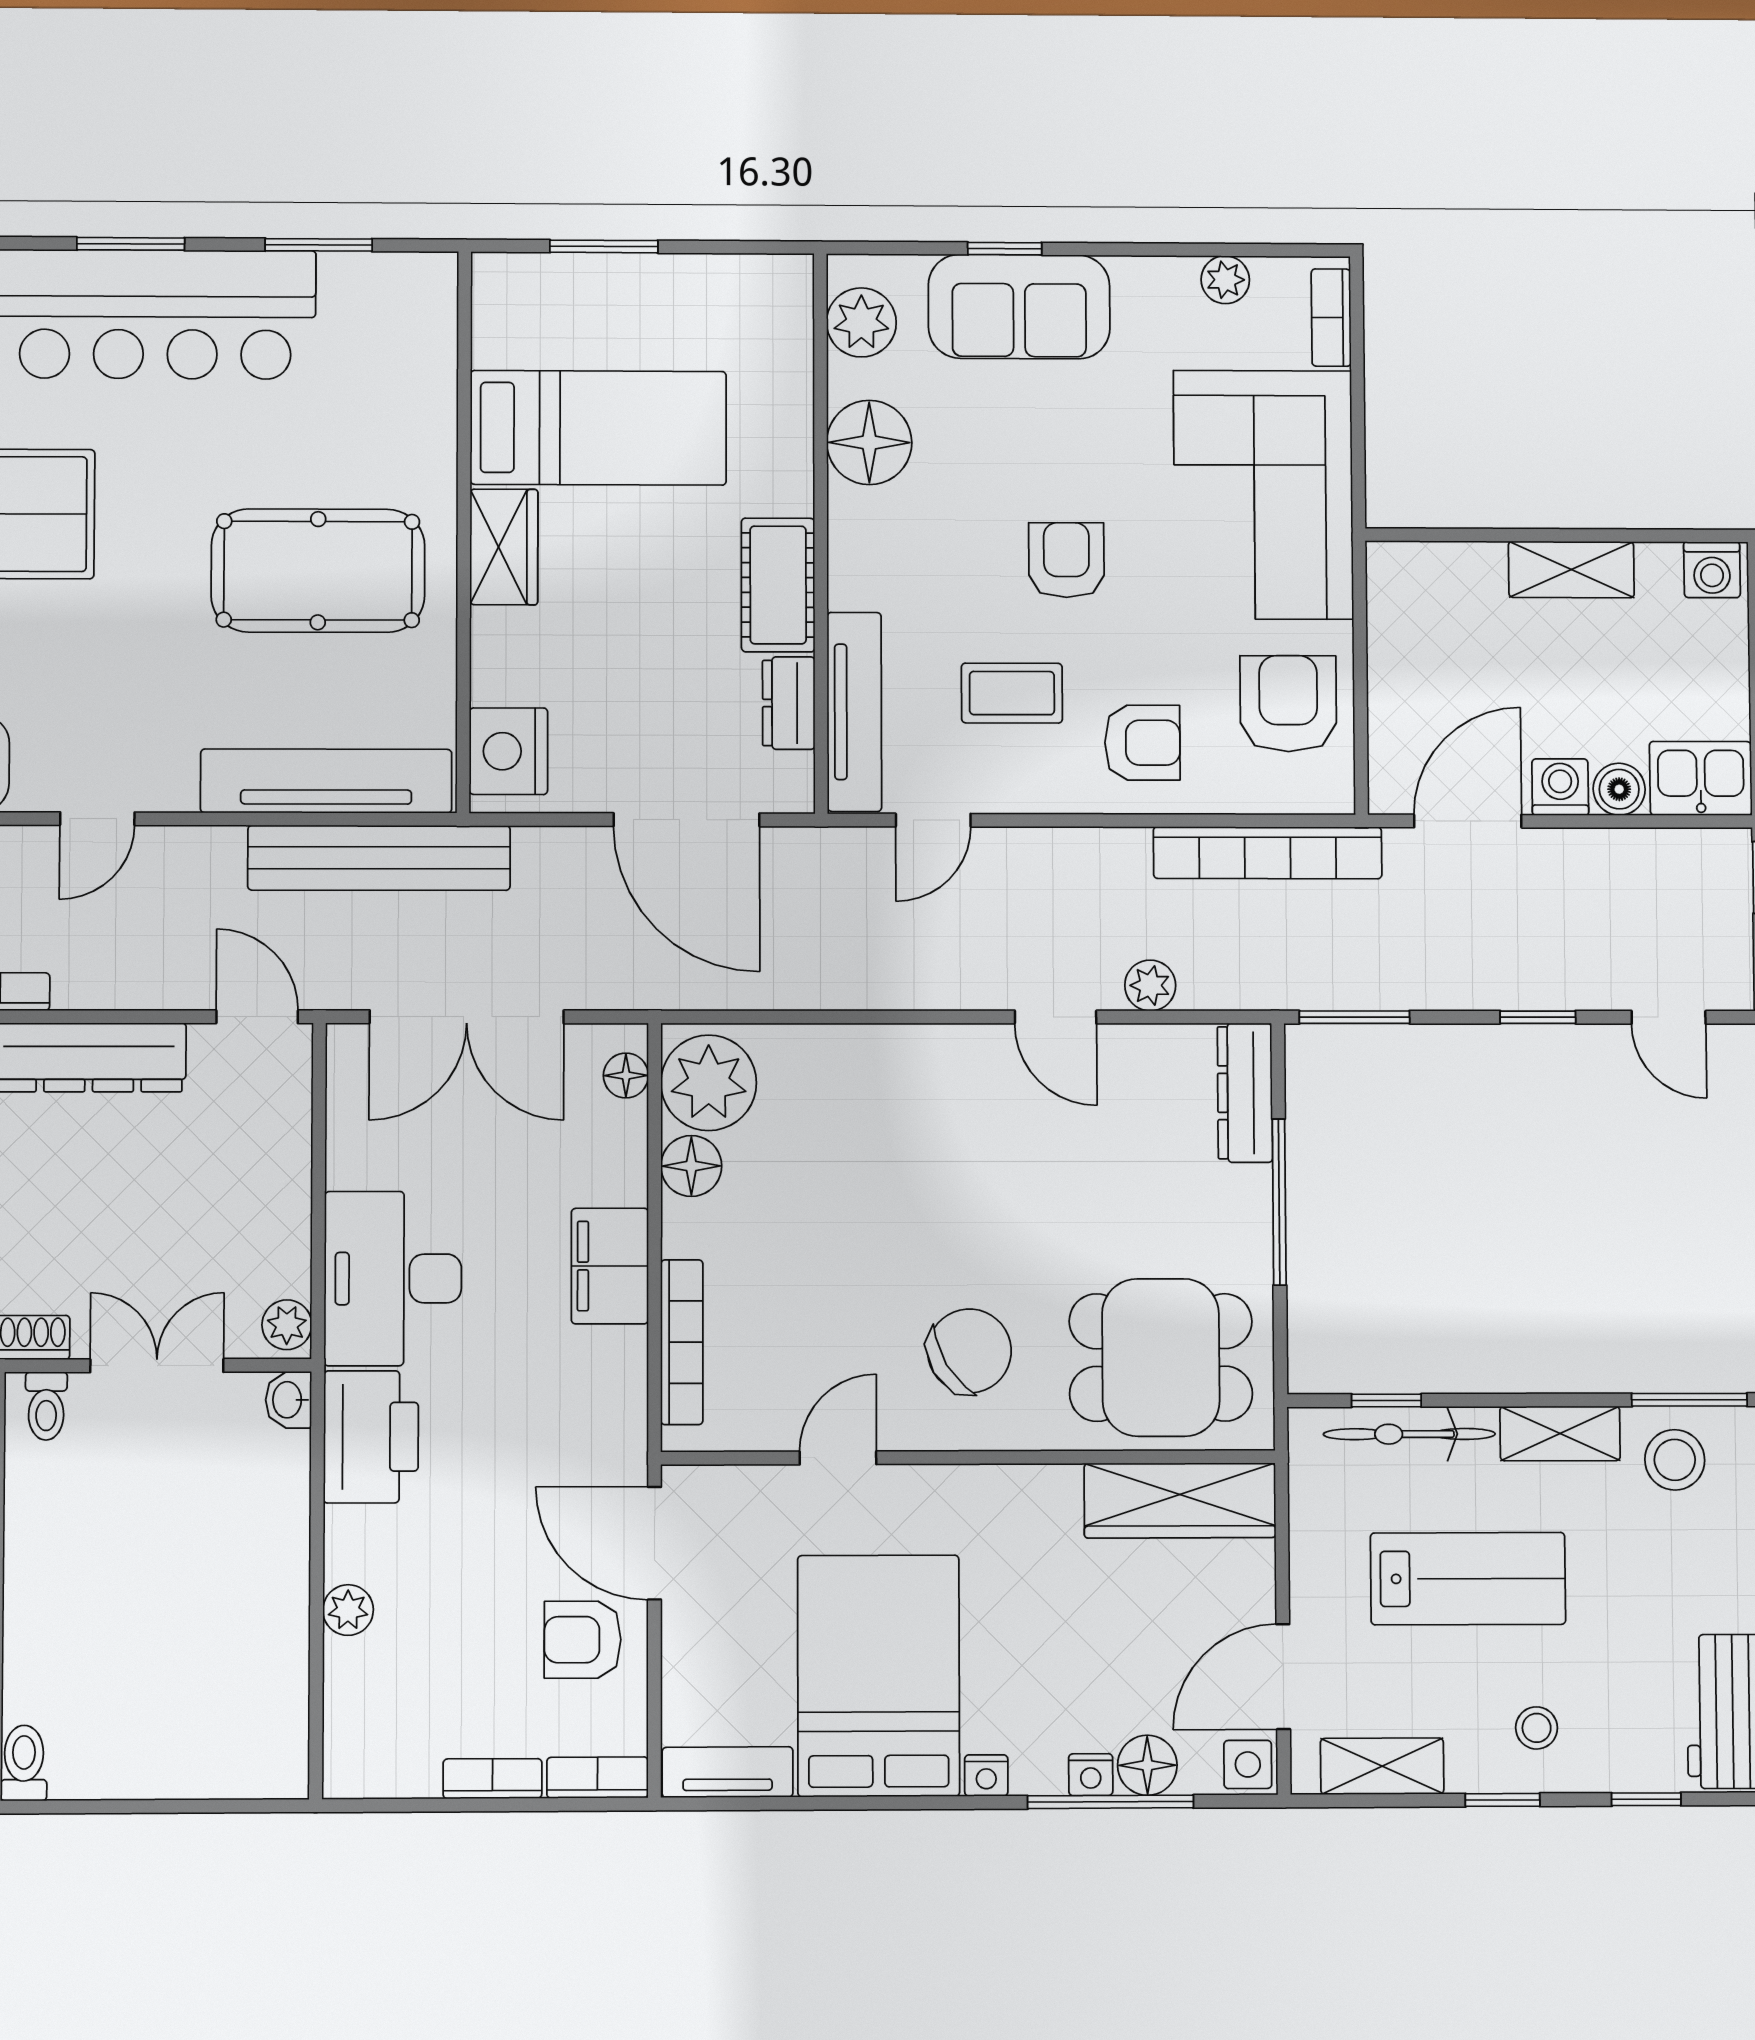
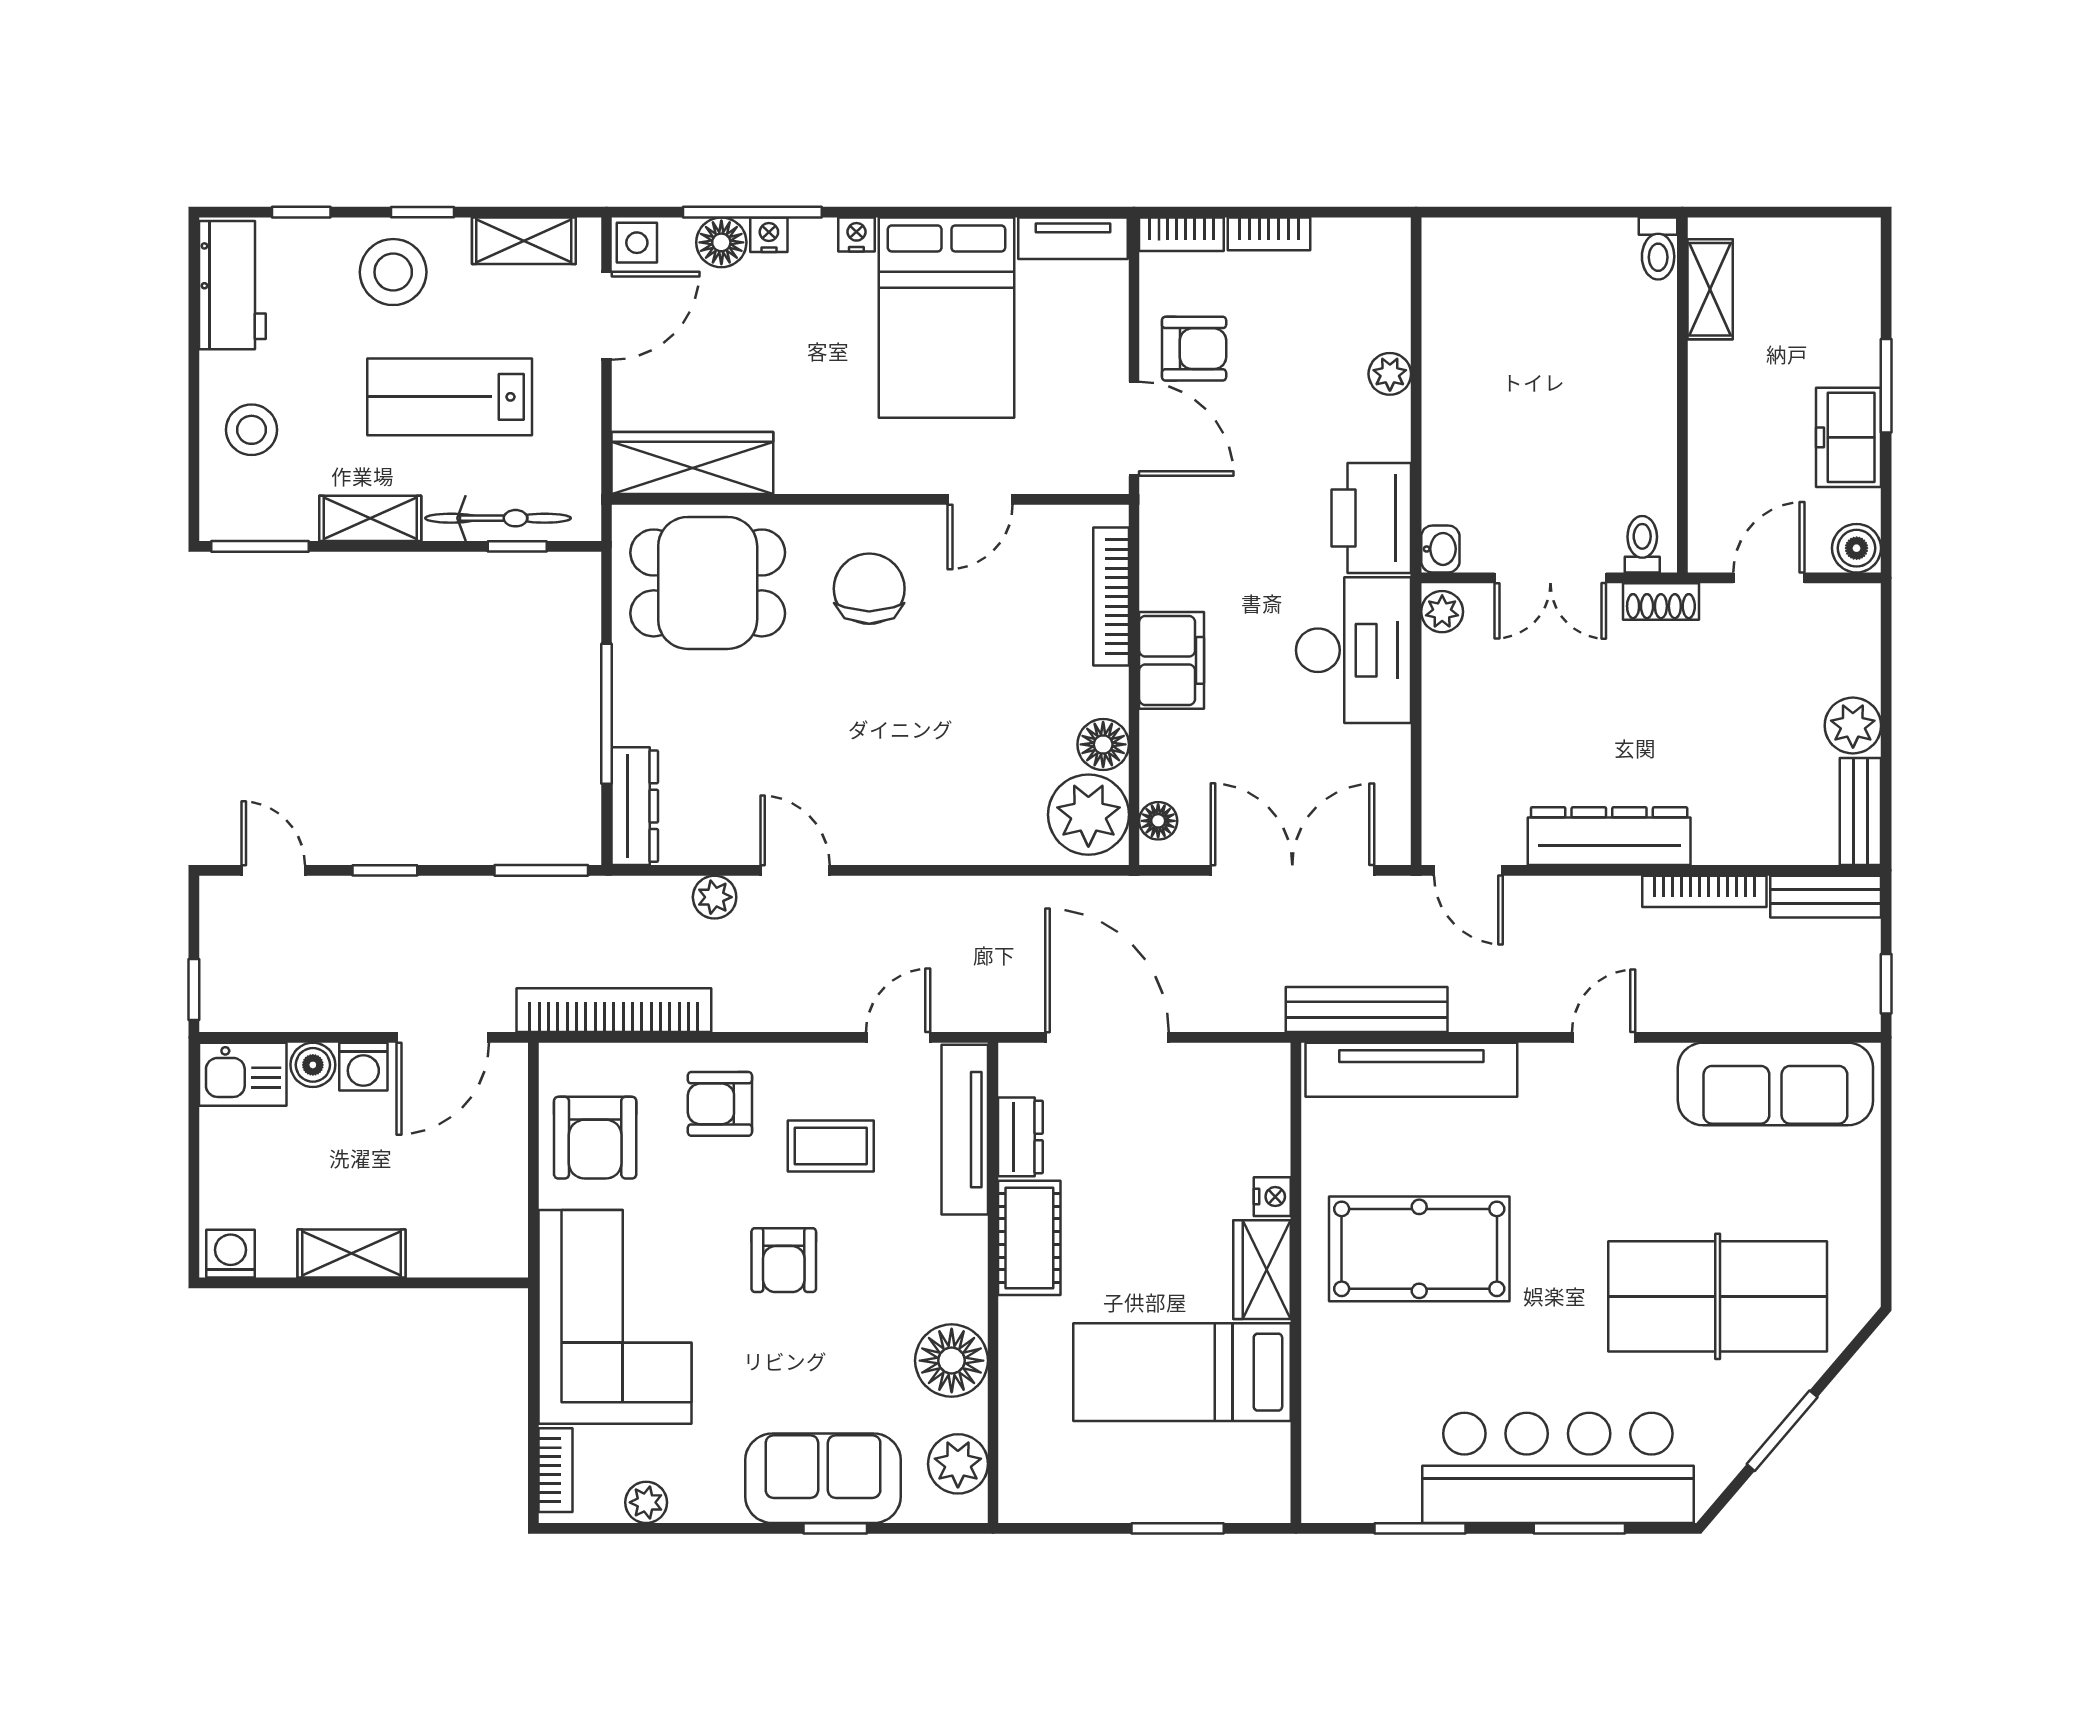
nightstand: (509, 751) -> (1272, 1197), moved, width x0.53, depth x0.56
bench: (379, 858) -> (1367, 1010), width x0.73, depth x0.82
chair: (969, 1351) -> (869, 589), turned 121
stool: (1675, 1460) -> (252, 430), moved
stool: (1537, 1728) -> (393, 272), width x1.89, depth x1.89

